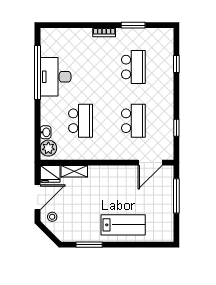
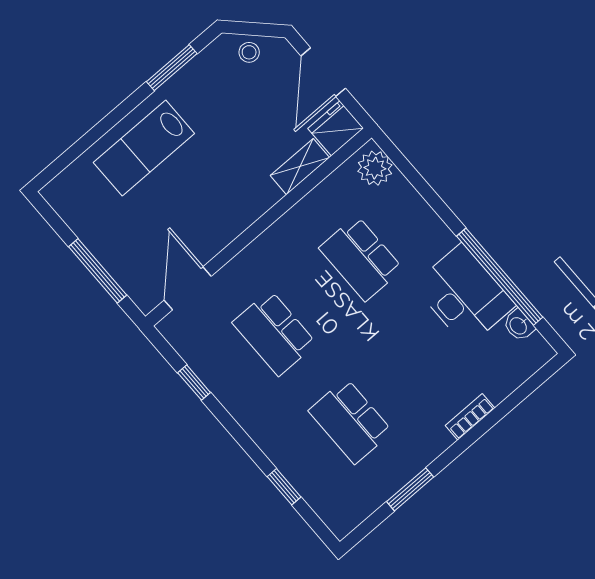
bookcase: (104, 32) -> (470, 417), moved
washbasin: (46, 132) -> (519, 325), moved
stool: (52, 217) -> (249, 52), moved

